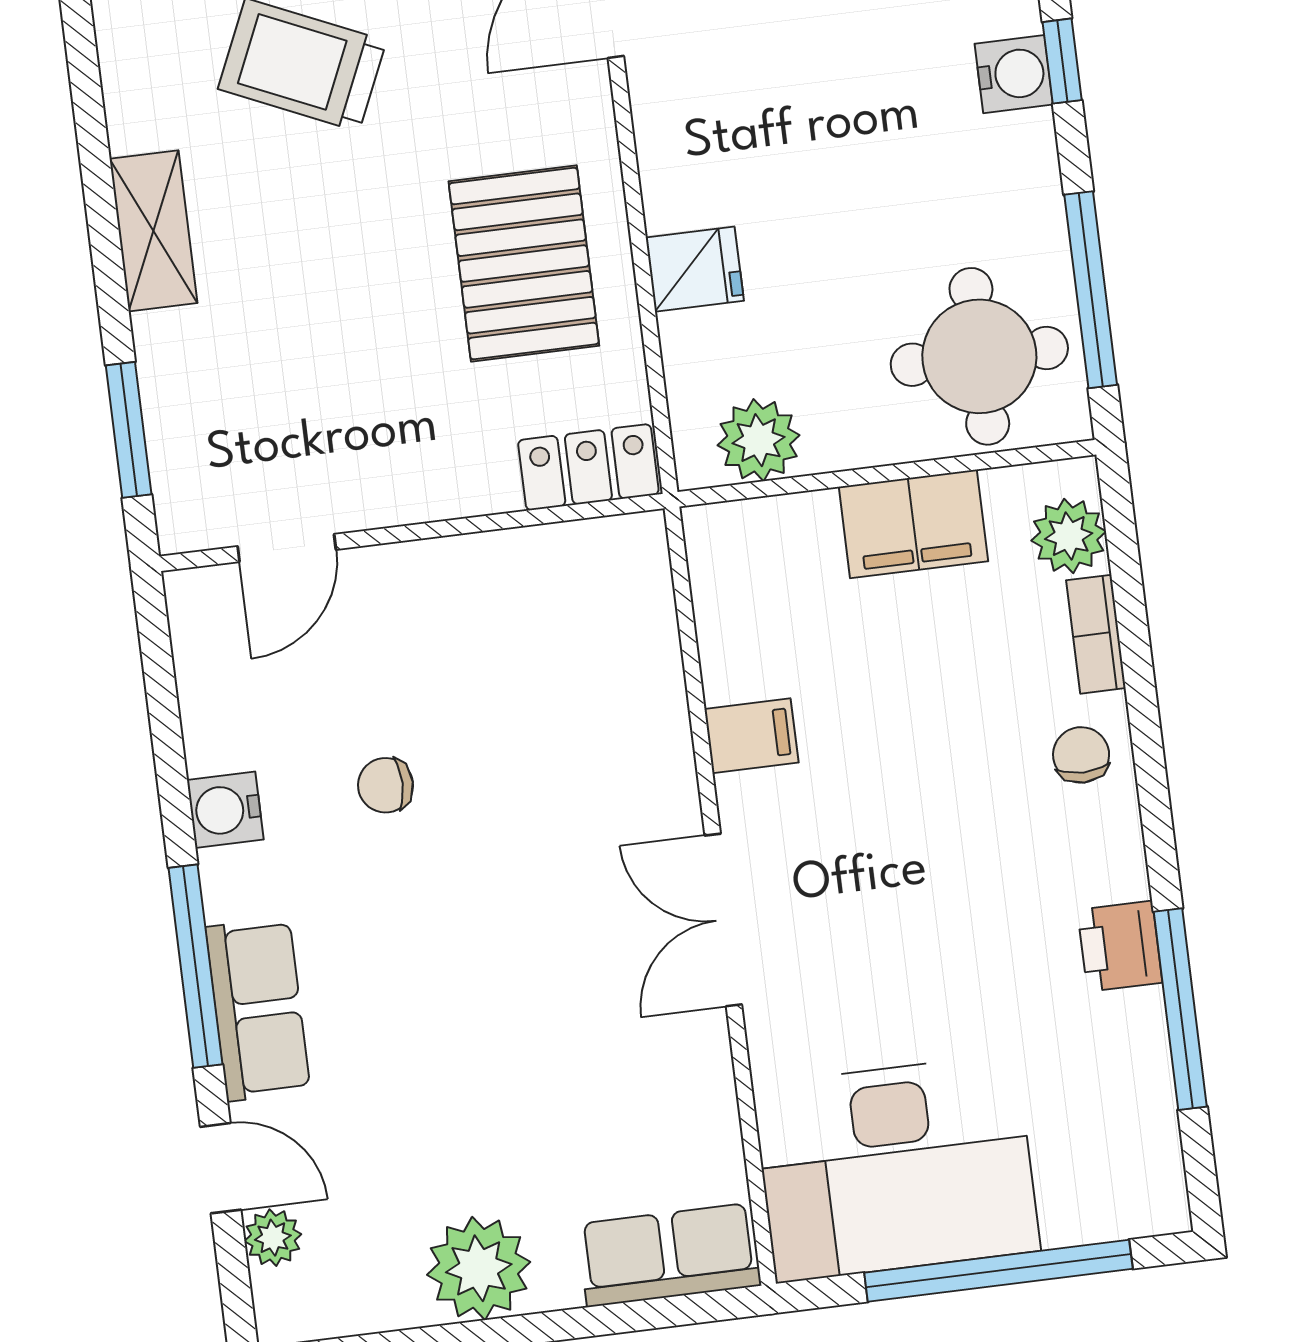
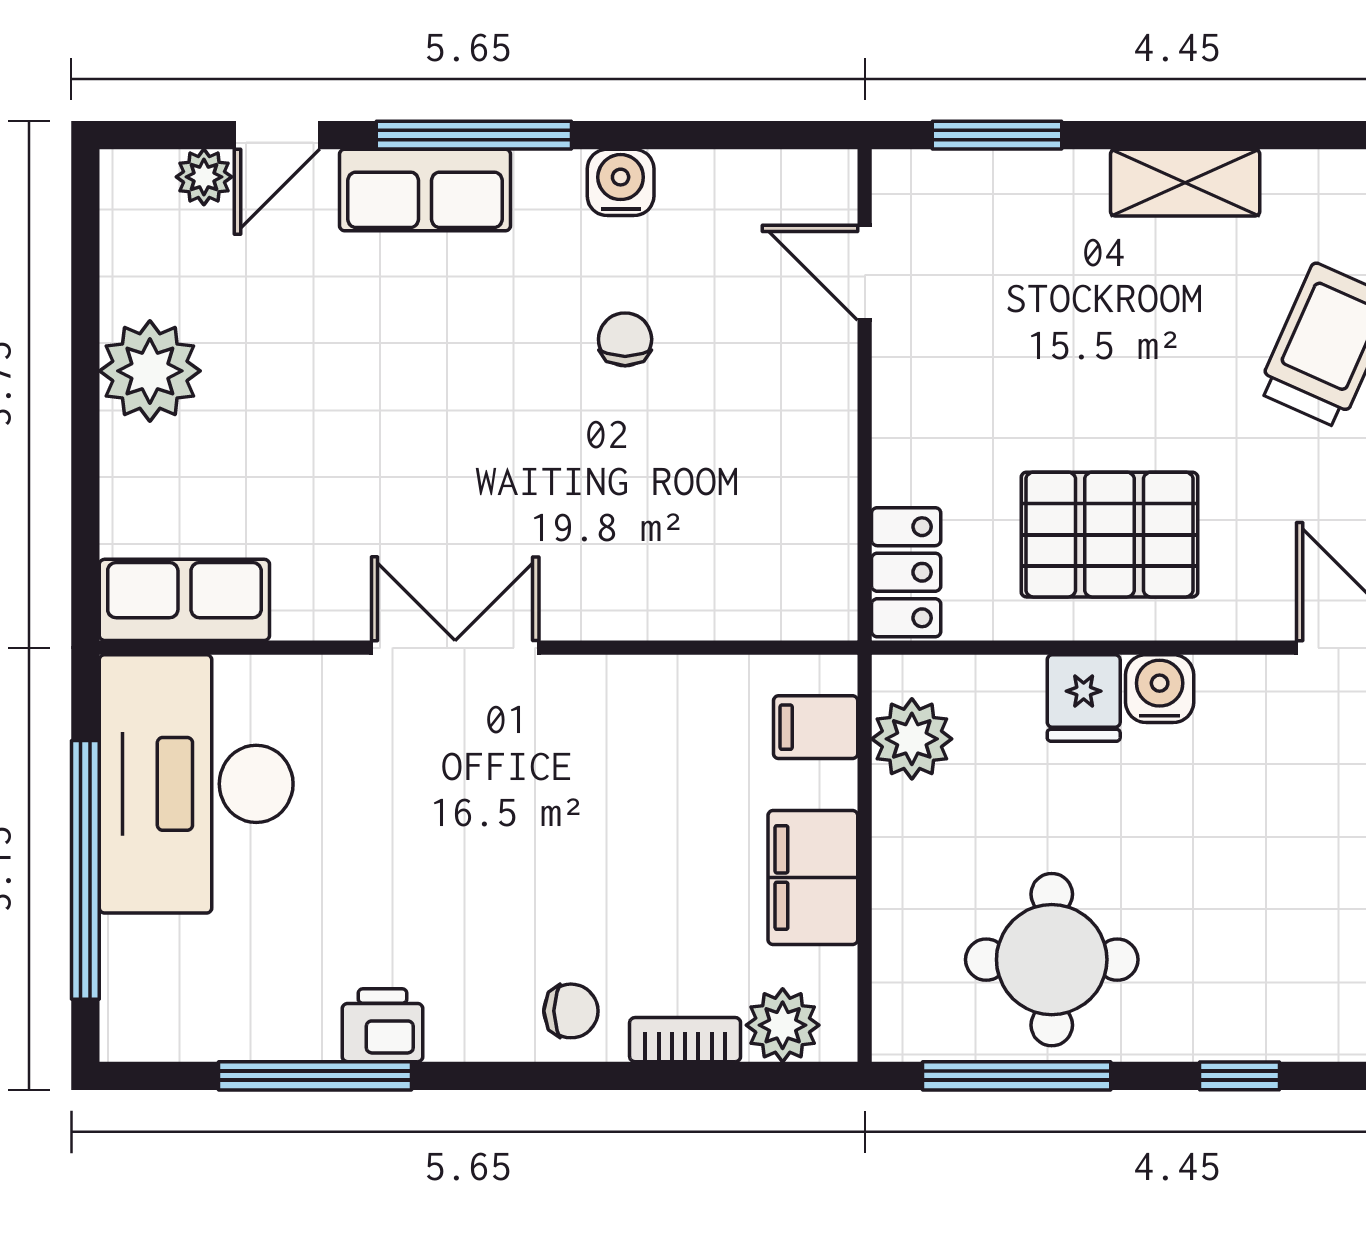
water cooler: (1014, 74) -> (1160, 689), moved, turned 180
round table: (979, 356) -> (1052, 960), moved
filing cabinet: (751, 736) -> (816, 727), moved, turned 90
row of seats: (669, 1255) -> (184, 600), moved, turned -90

